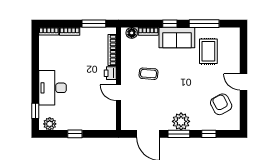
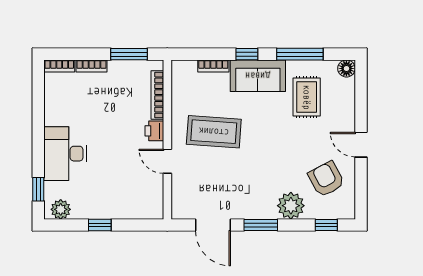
floor lamp: (132, 33) -> (346, 68), moved
coffee table: (149, 74) -> (214, 132), width x1.86, depth x1.72
plant: (181, 121) -> (291, 206), moved
window: (209, 134) -> (326, 225), moved

